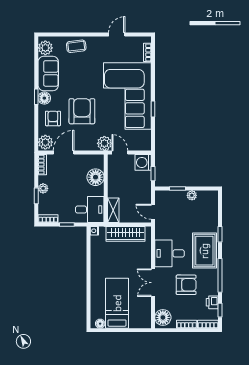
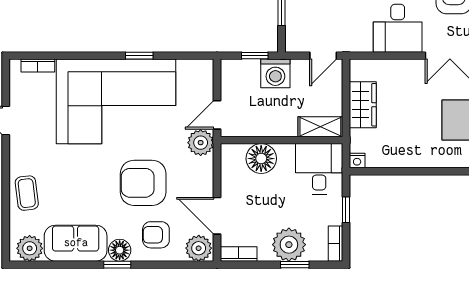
washing machine: (143, 162) -> (275, 73), moved
plant: (43, 188) -> (289, 245), width x1.88, depth x1.88
wardrobe: (126, 234) -> (363, 105), width x0.67

